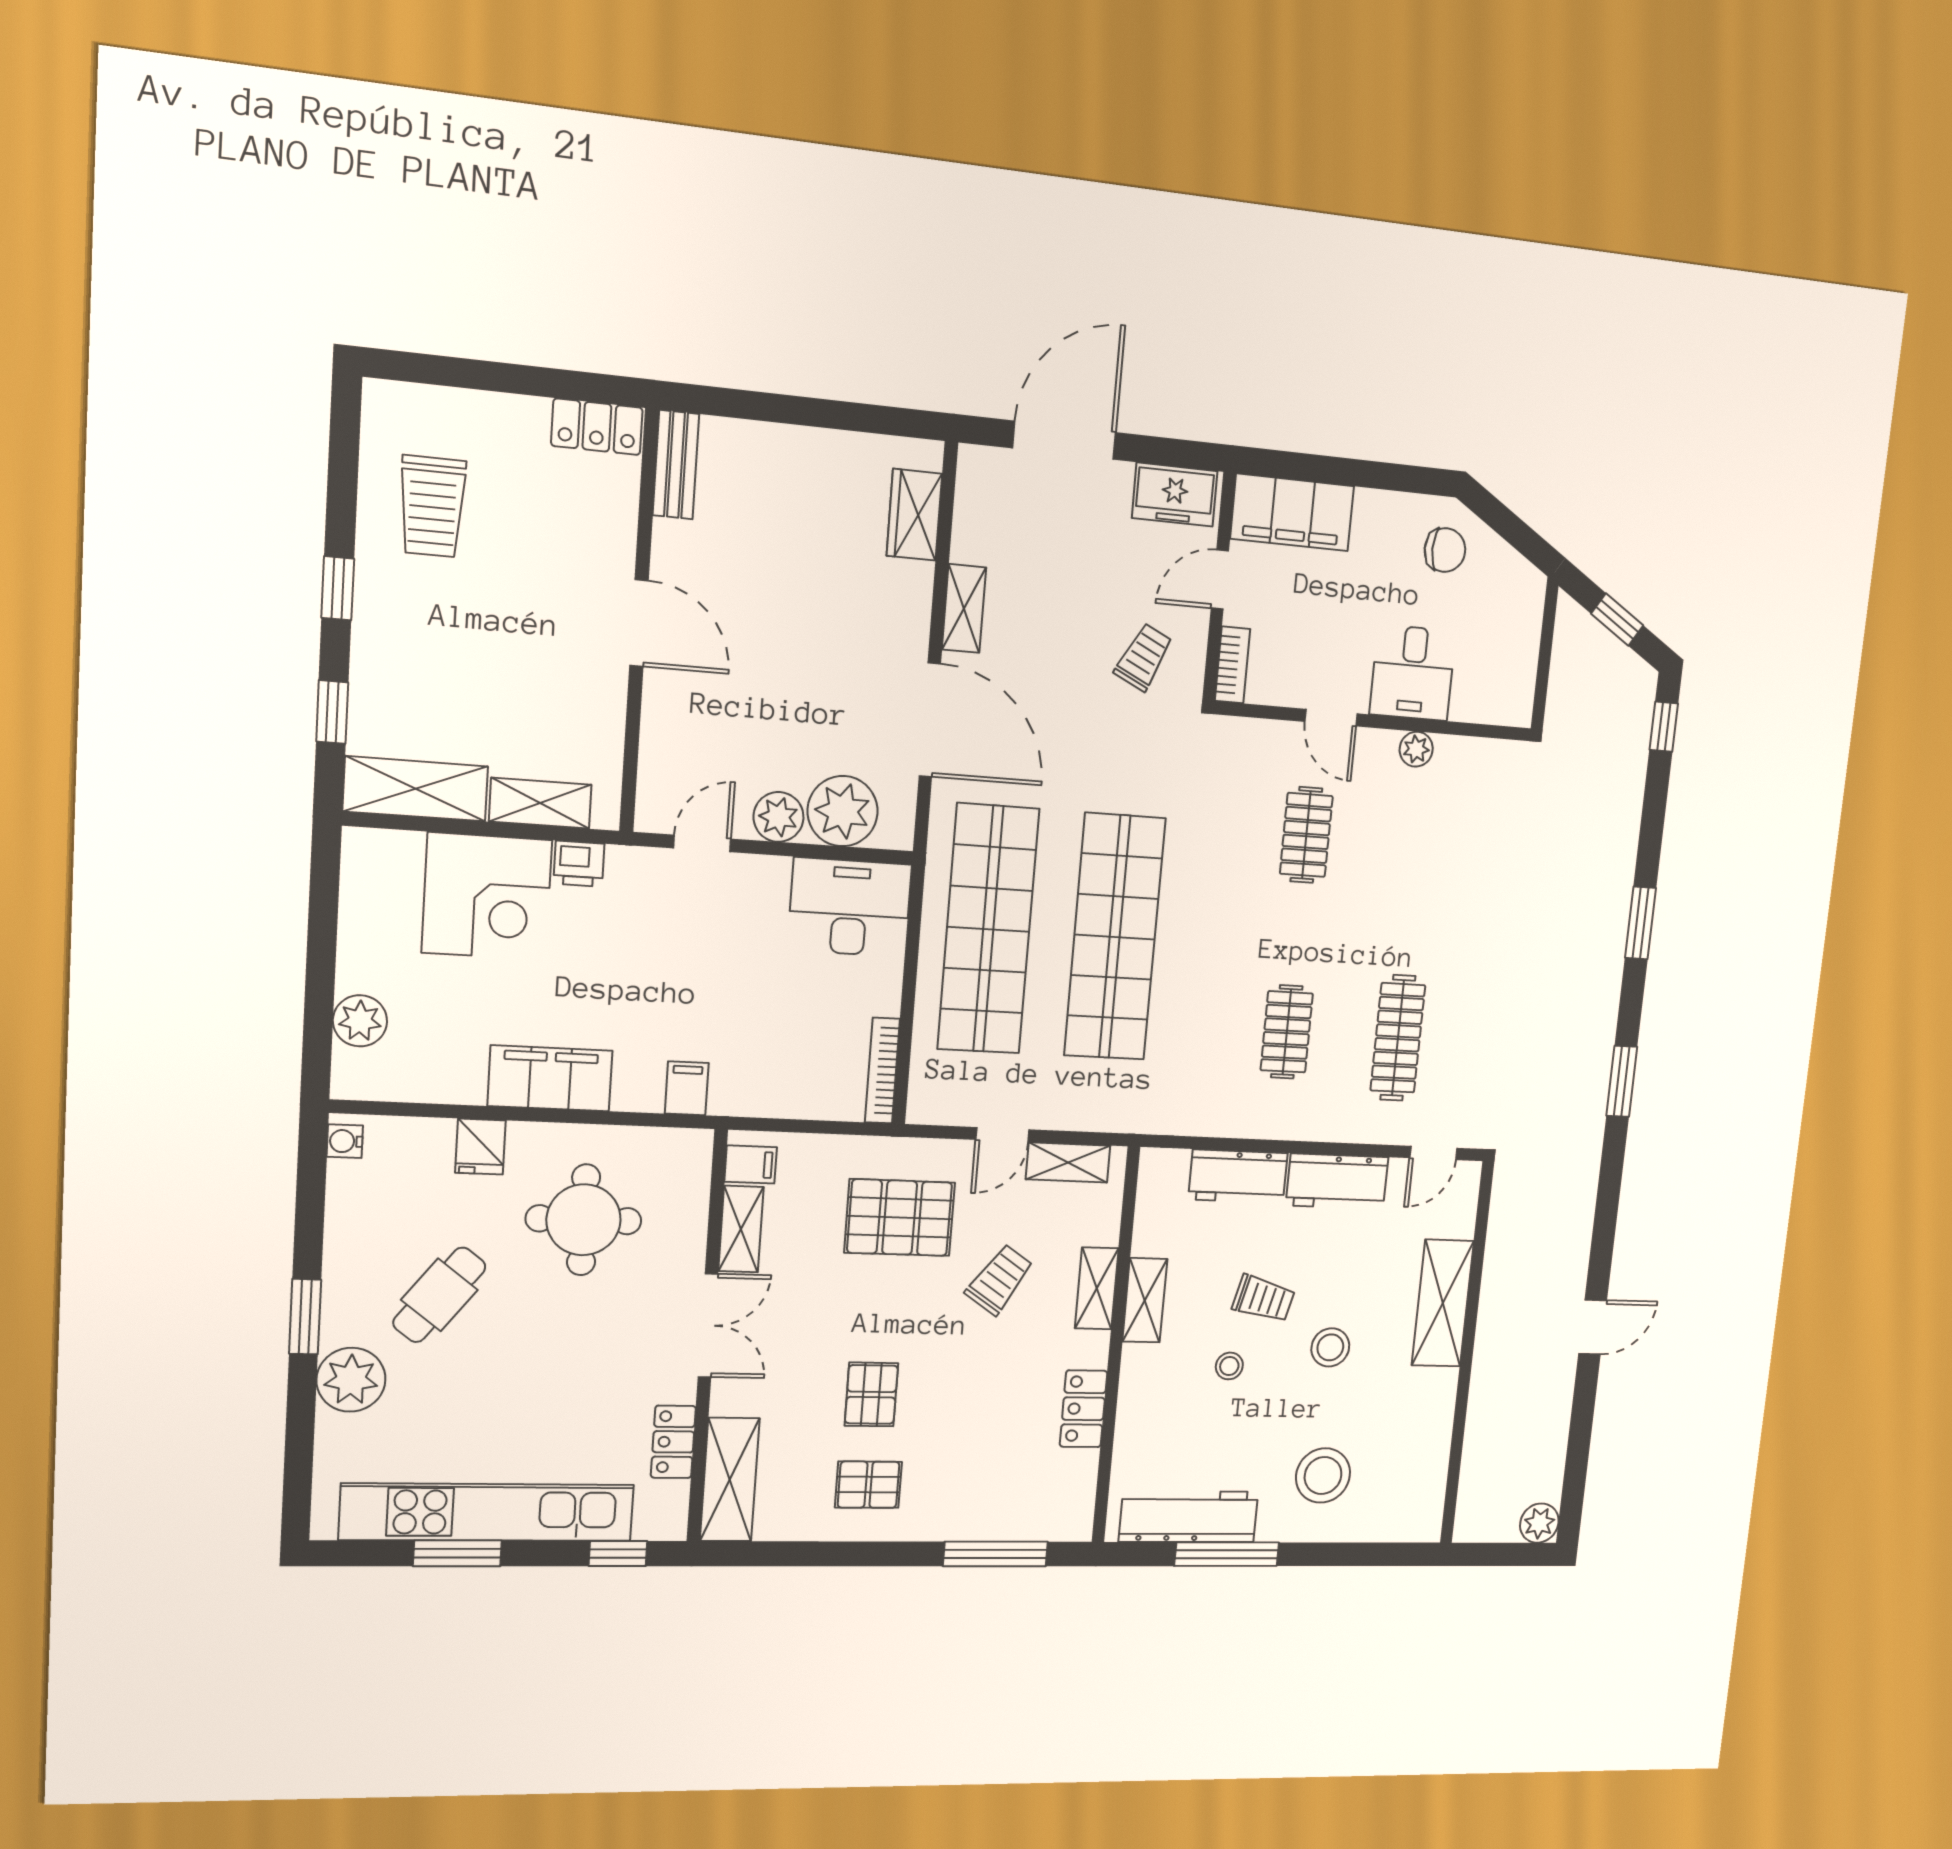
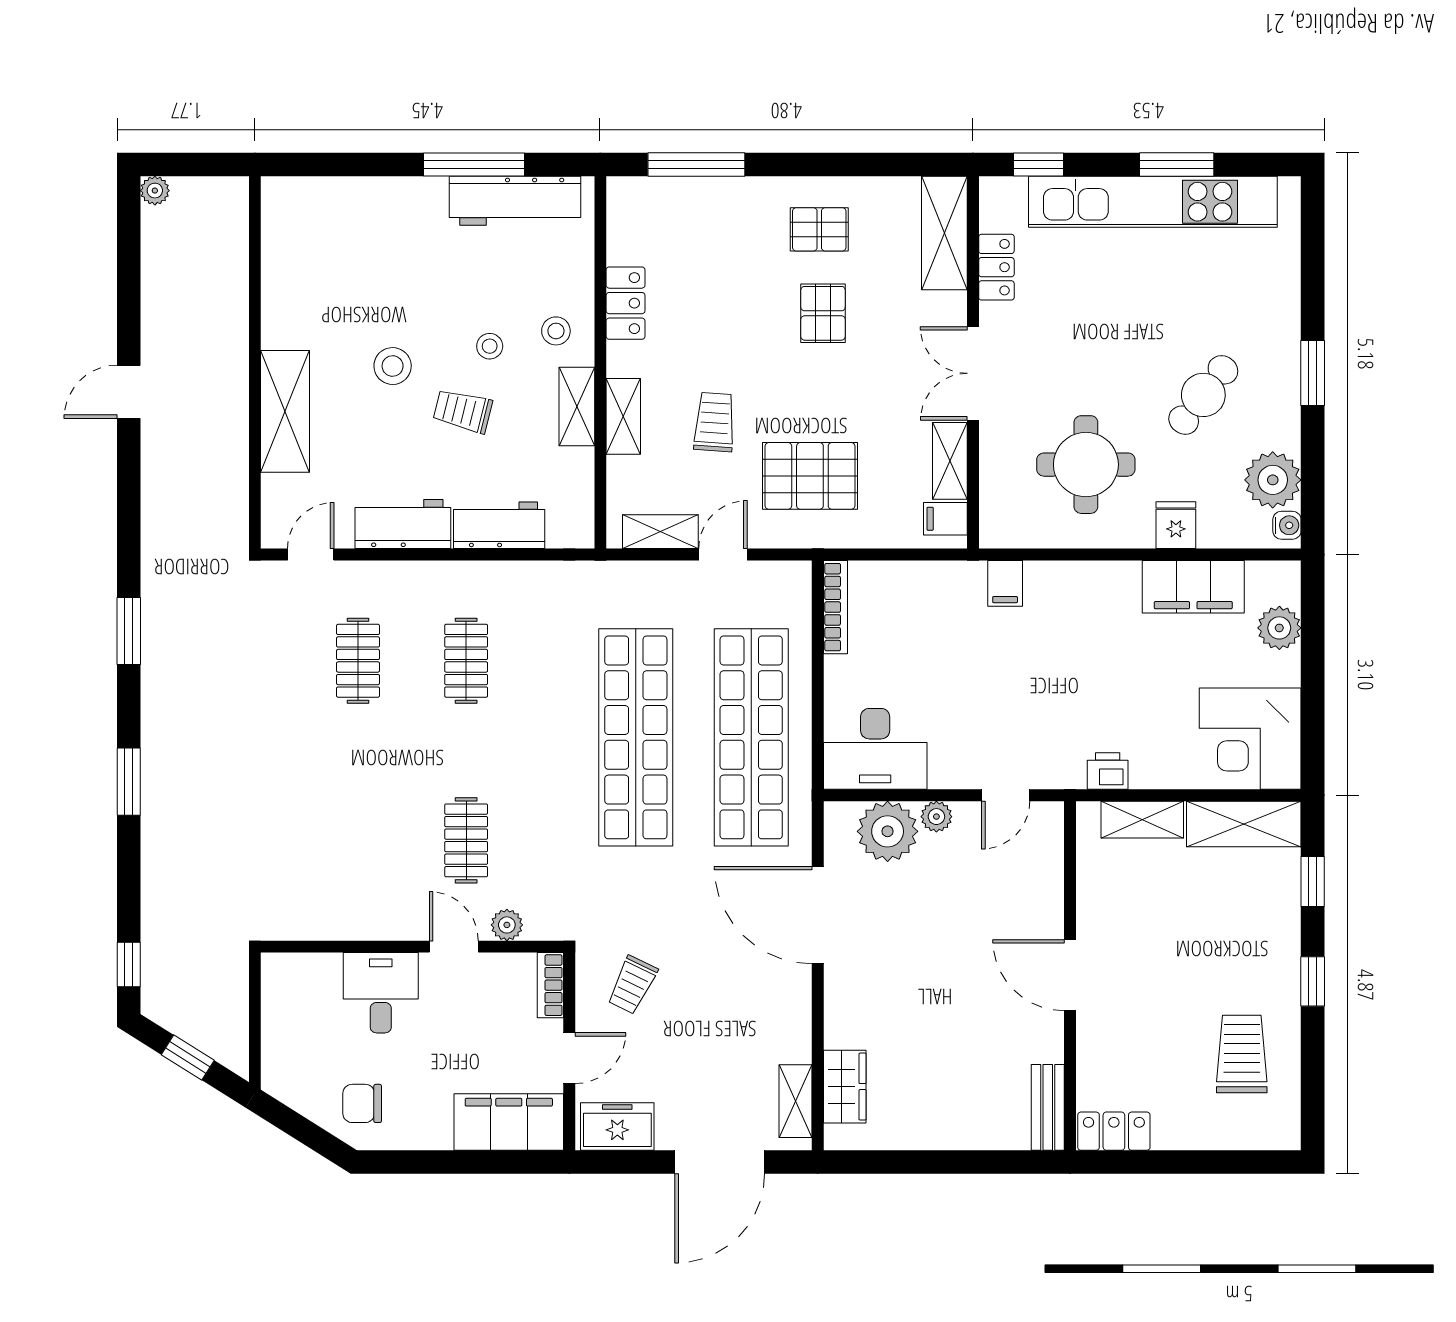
shelving: (964, 608) -> (795, 1101), moved
plant: (1416, 749) -> (507, 925), moved
plant: (778, 817) -> (936, 817), width x0.73, depth x0.73
corner desk: (487, 896) -> (1250, 739), moved, turned -90
clothes rail: (1398, 1038) -> (358, 661), width x0.73
filing cabinet: (550, 1078) -> (1193, 587), moved
trolley: (999, 1280) -> (715, 422), turned 150
plant: (351, 1380) -> (1273, 480), moved
stool: (1323, 1475) -> (556, 331), moved, width x0.53, depth x0.53
plant: (1539, 1523) -> (155, 191), width x0.73, depth x0.73

